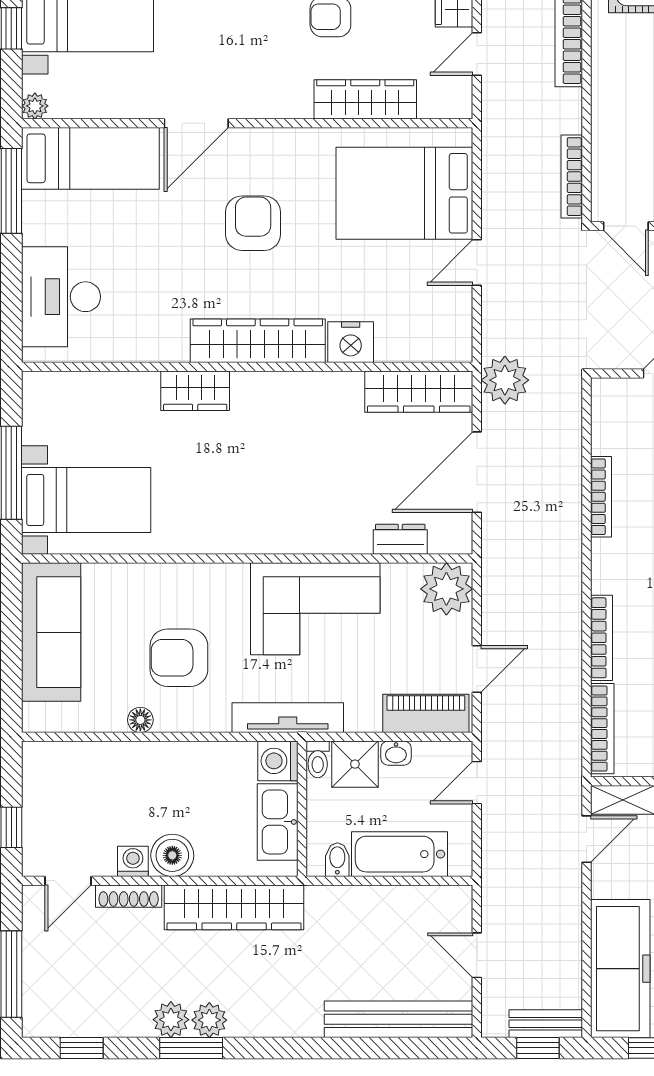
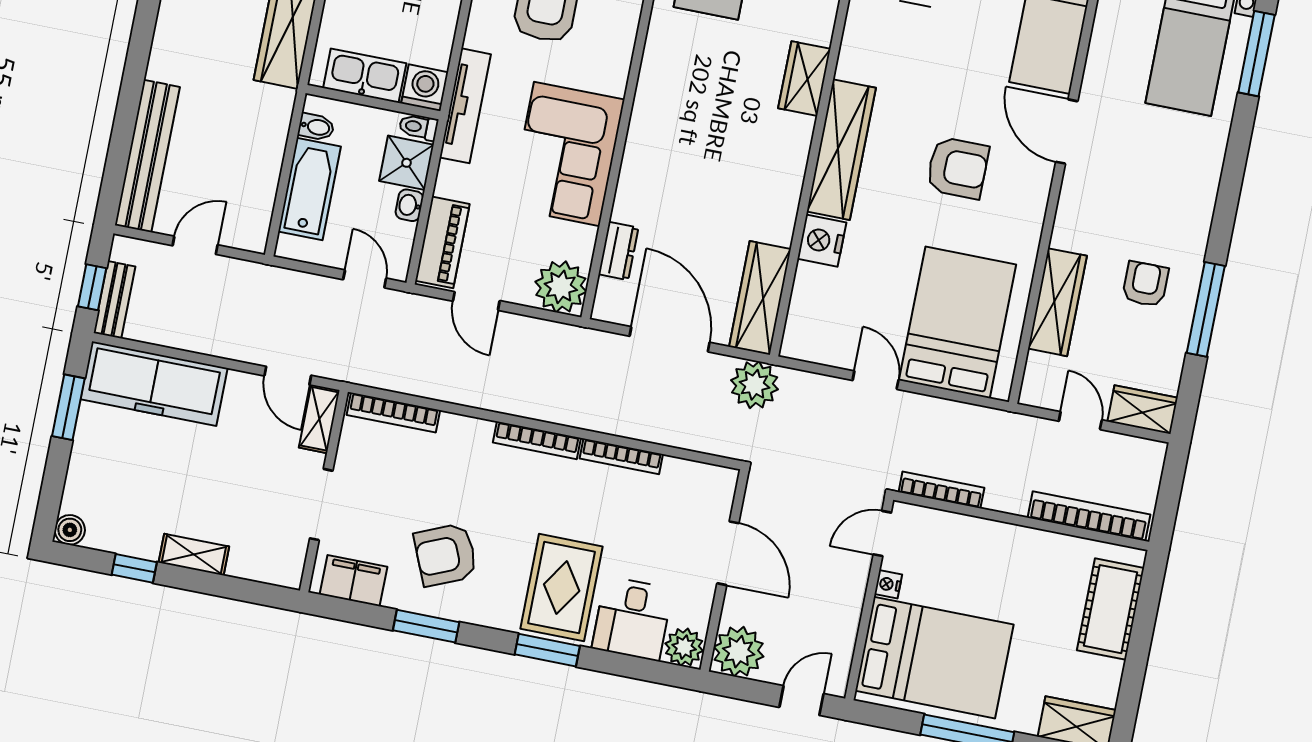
bookcase: (602, 638) -> (537, 440), moved

